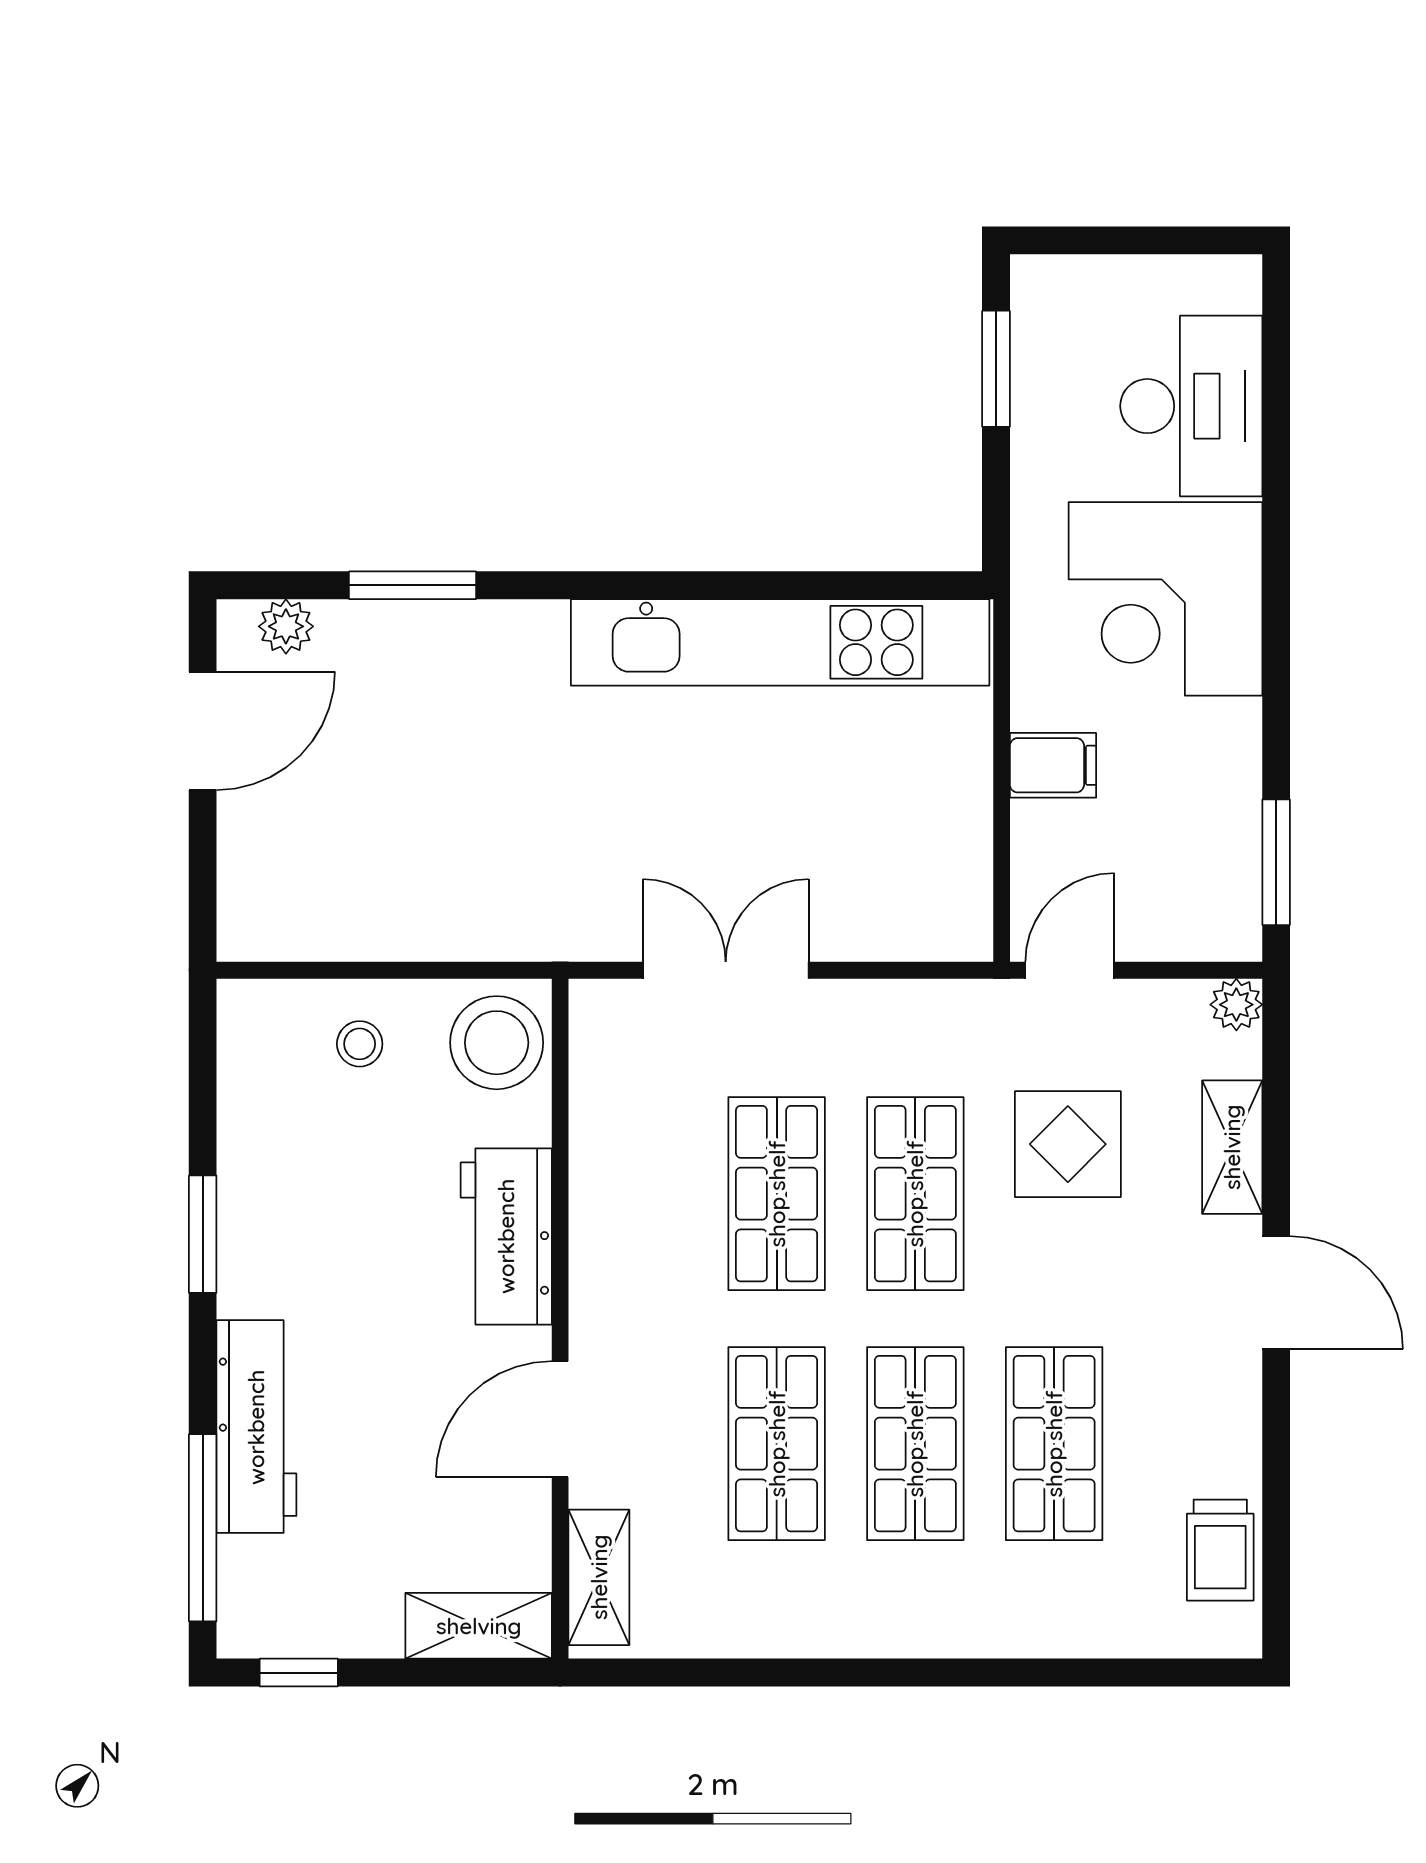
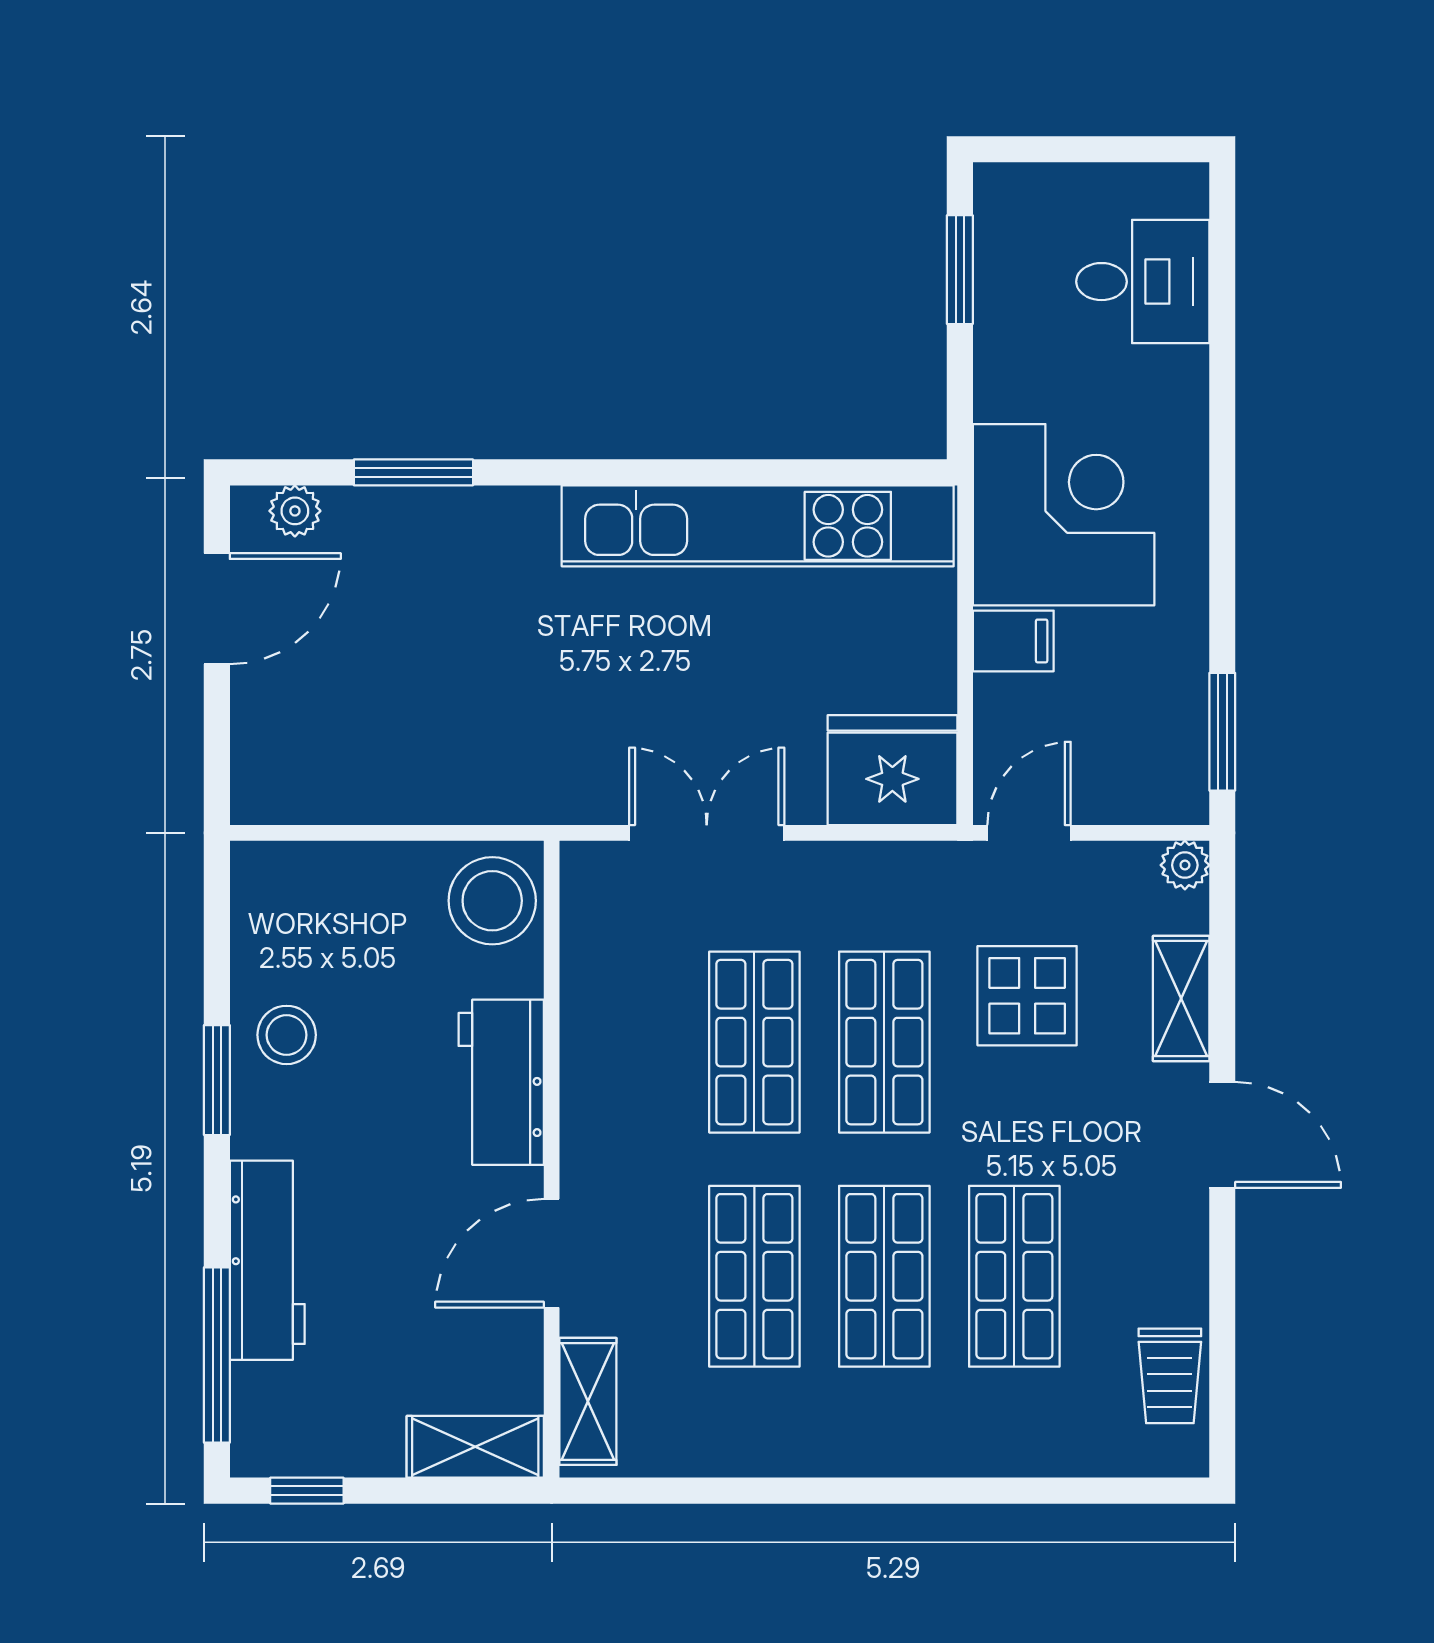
desk: (1191, 406) -> (1143, 282), width x0.73
corner desk: (1165, 599) -> (1064, 515), moved, turned 180
fridge: (924, 903) -> (892, 770), added
stool: (360, 1044) -> (287, 1035), moved, width x1.37, depth x1.37

